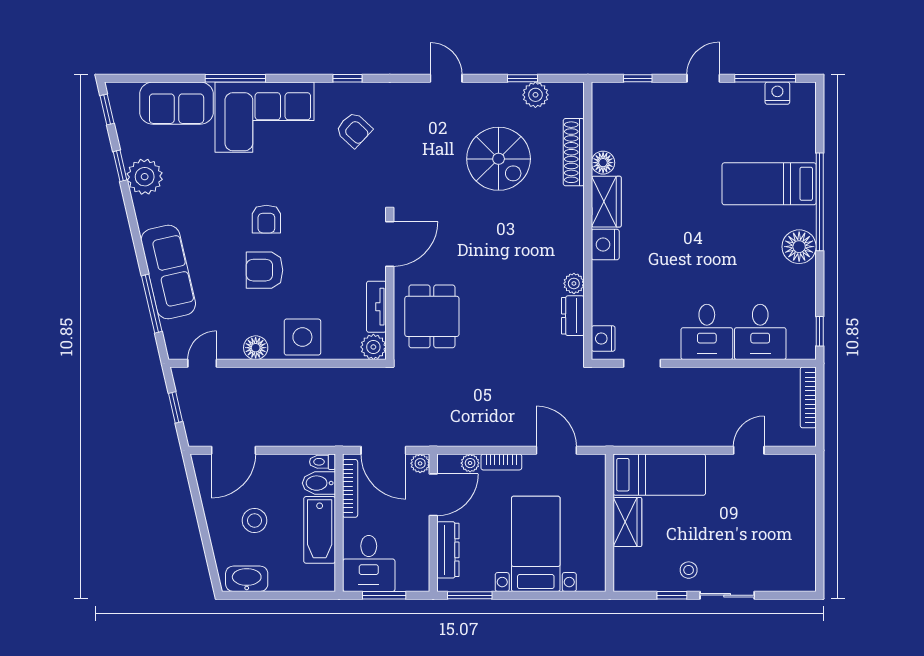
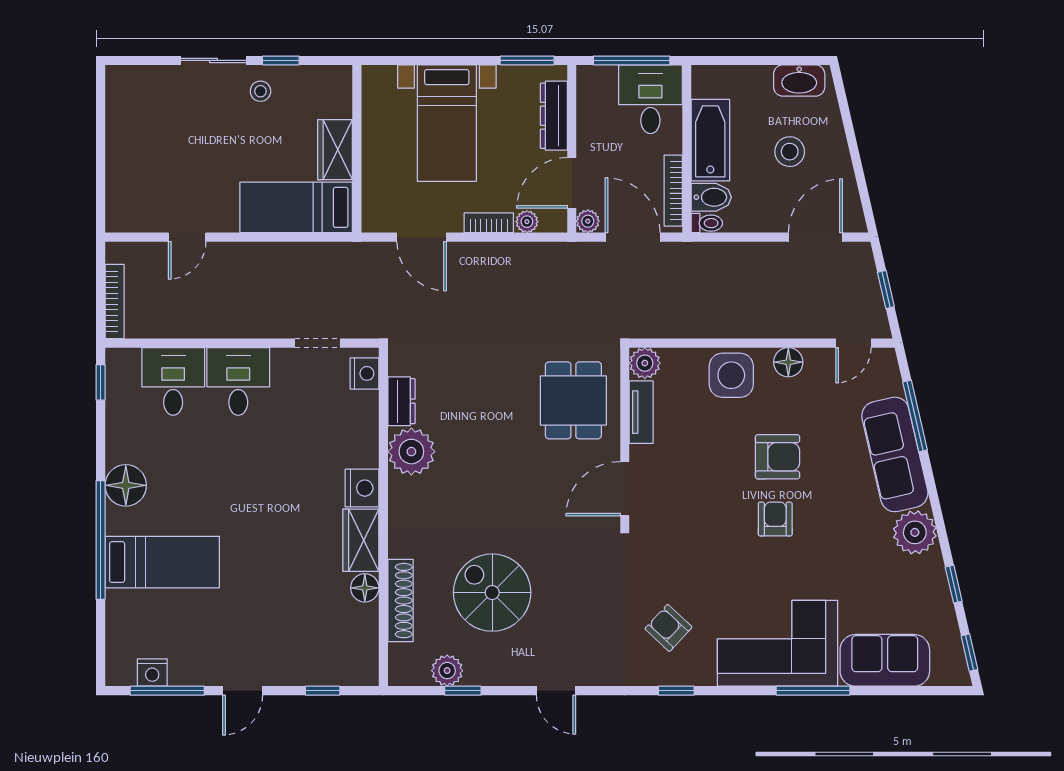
plant: (145, 177) -> (915, 532), moved
plant: (574, 283) -> (411, 452), width x1.87, depth x1.87
window: (384, 595) -> (632, 60), width x1.44

